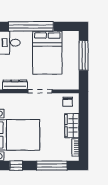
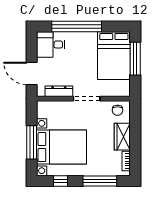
bed: (47, 53) -> (114, 56), moved

